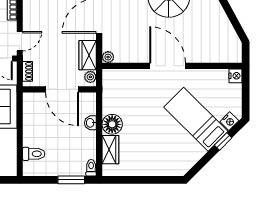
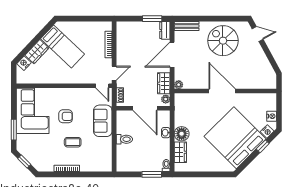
nightstand: (235, 76) -> (272, 116), moved
bed: (196, 119) -> (235, 138), width x2.04
toilet: (34, 154) -> (124, 139), moved

